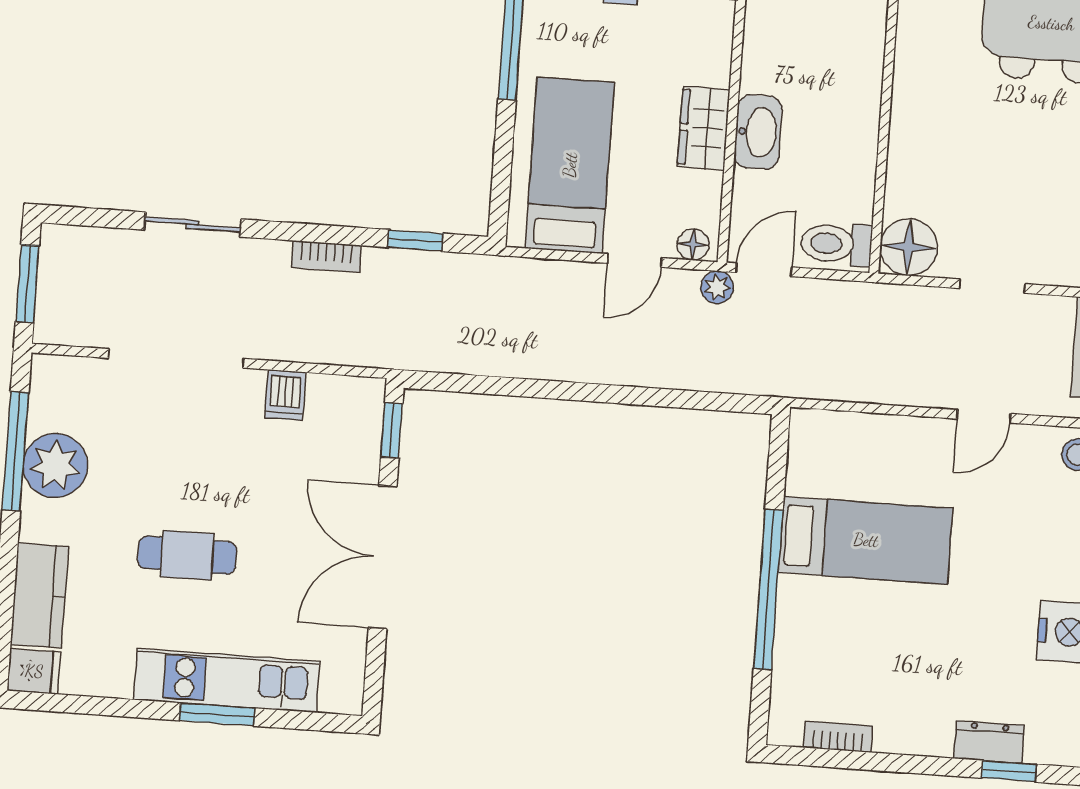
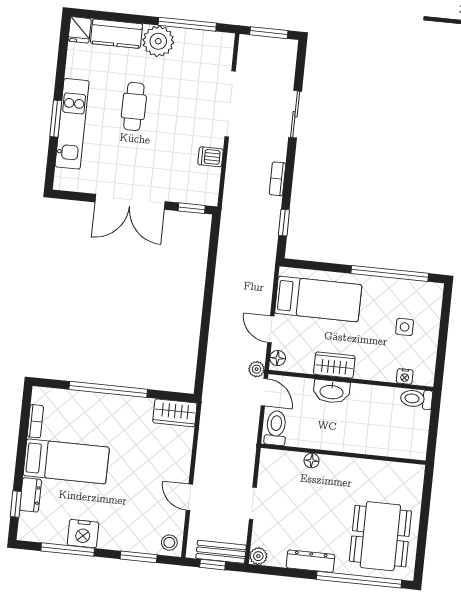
floor lamp: (909, 247) -> (312, 461), moved, width x0.53, depth x0.53
wardrobe: (812, 452) -> (175, 413), added
plant: (55, 466) -> (158, 41), moved
bed: (866, 540) -> (66, 461), moved, turned -90
double door: (383, 557) -> (130, 202), swing flipped

